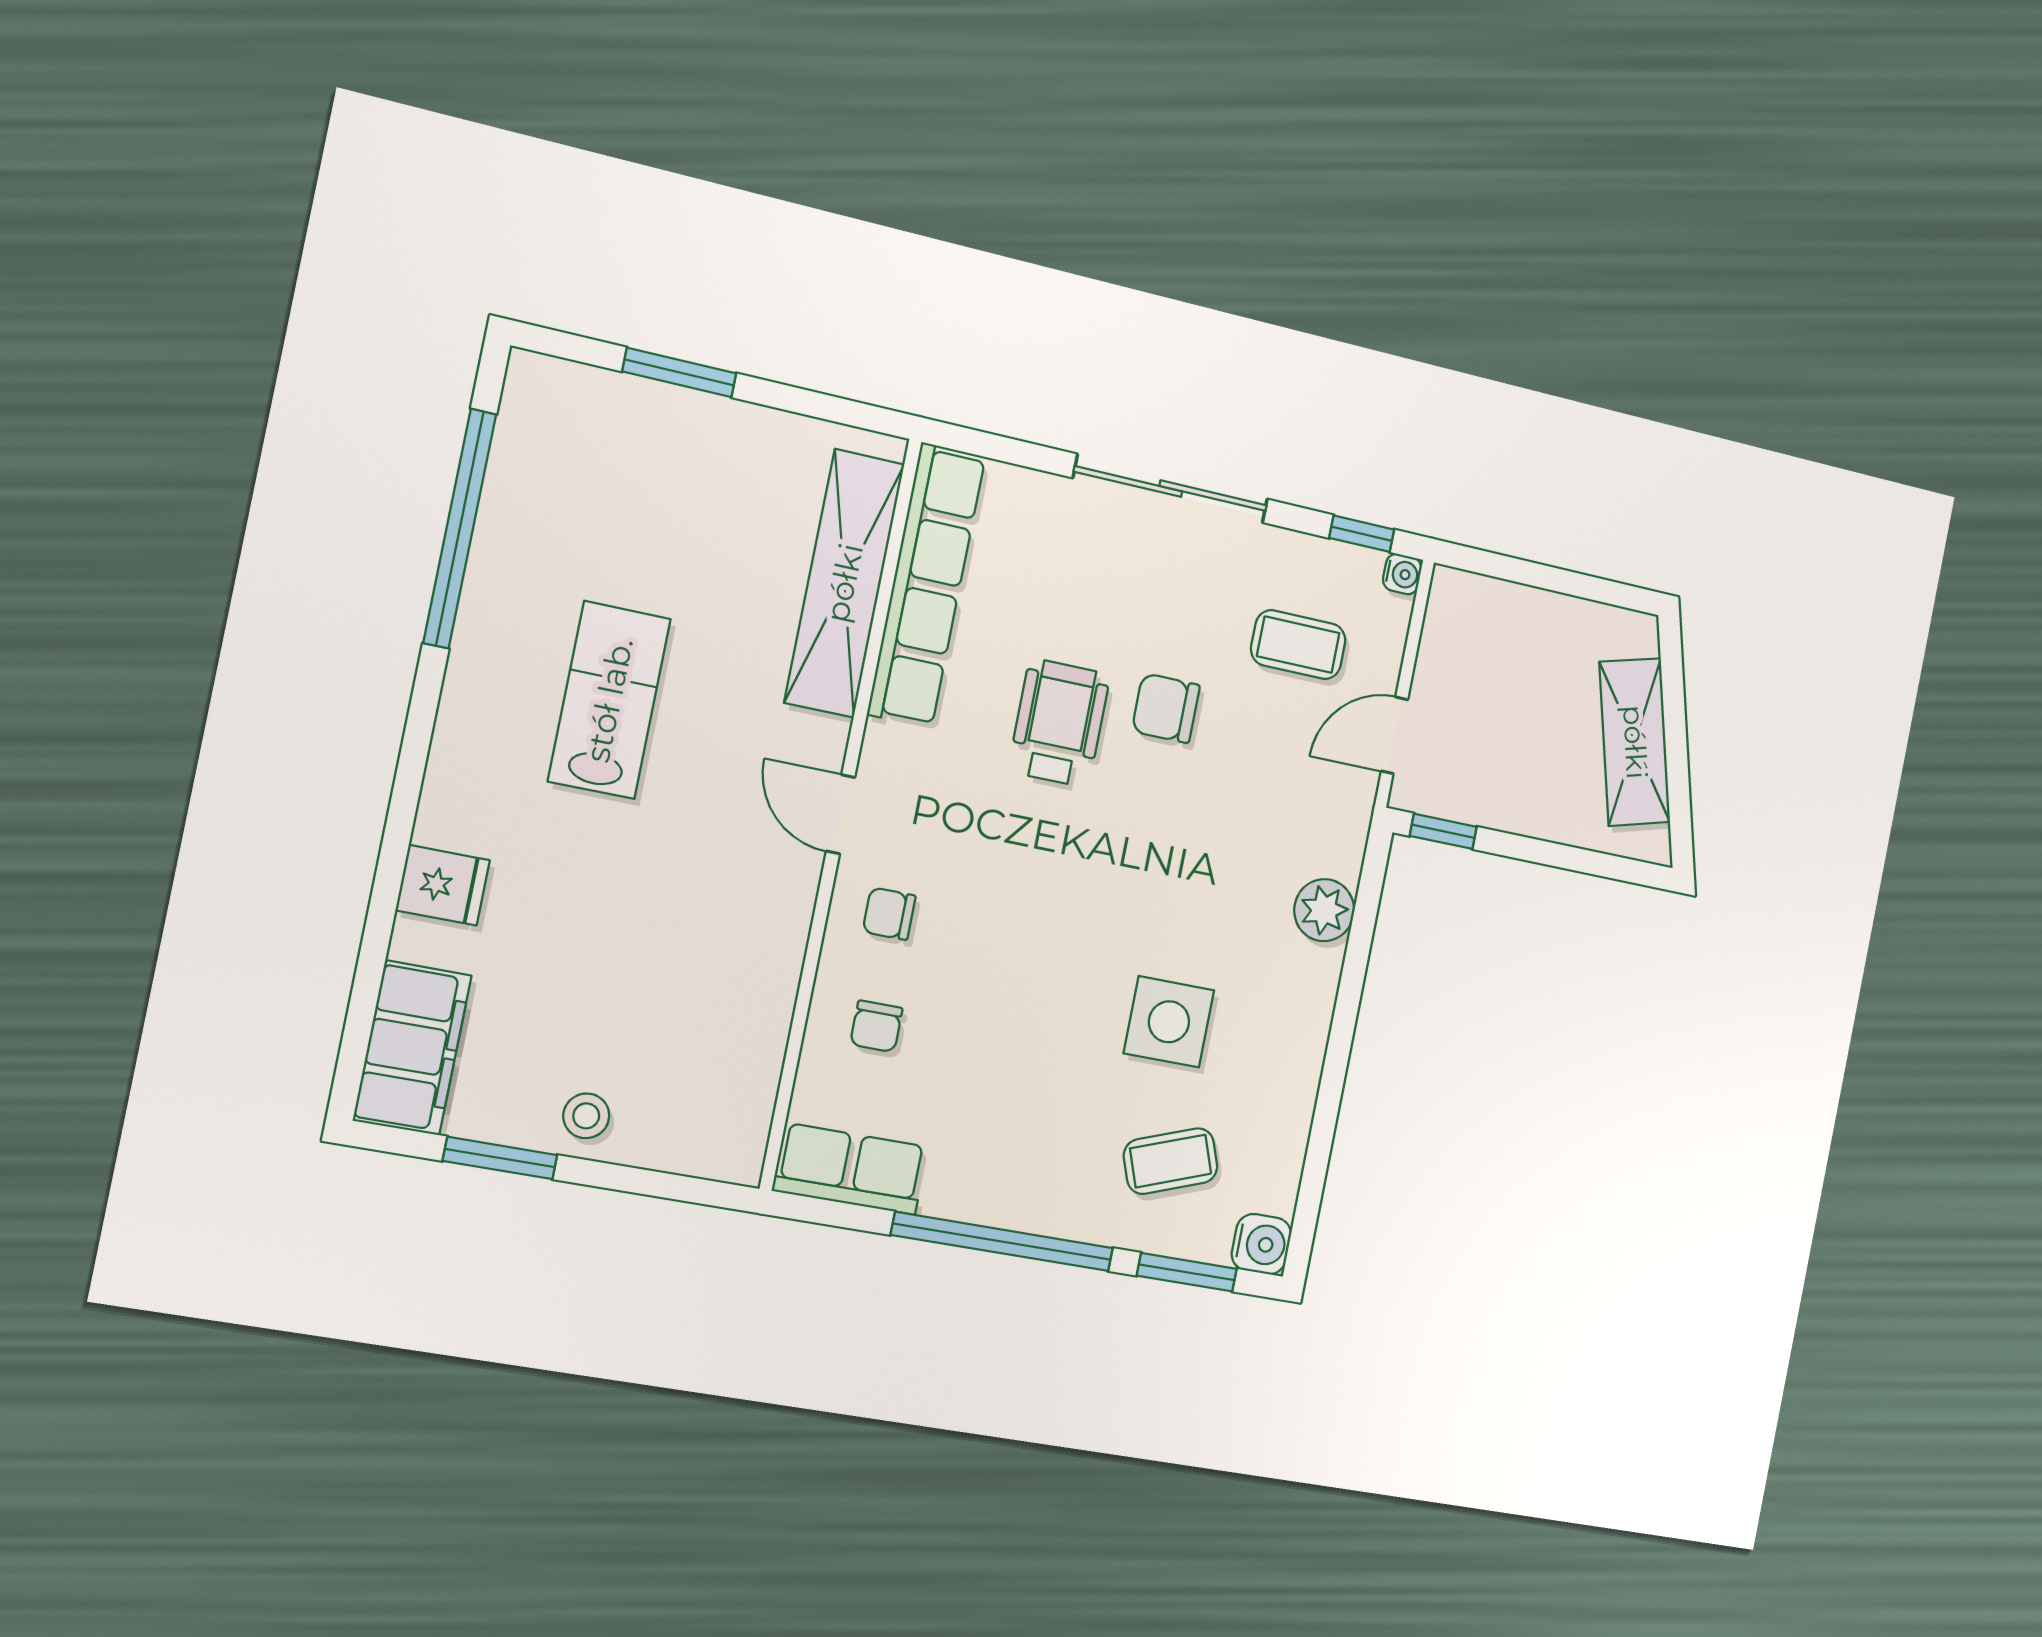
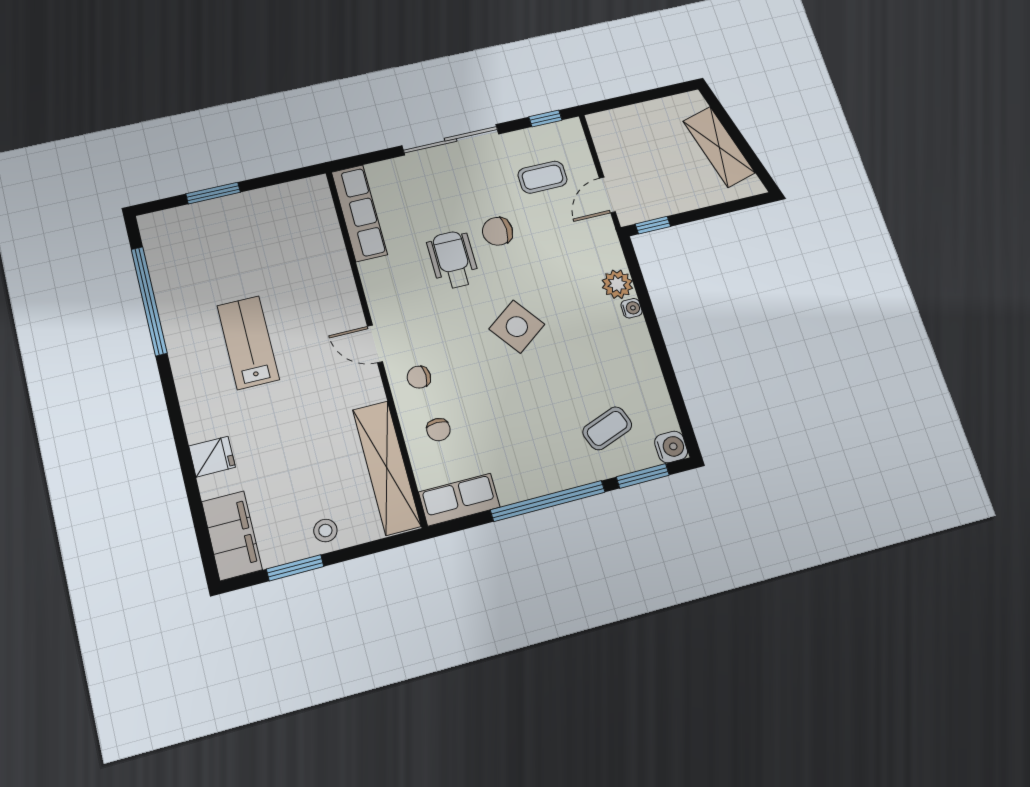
water cooler: (1402, 574) -> (631, 308), moved
shelving: (844, 583) -> (387, 468), moved
row of seats: (926, 585) -> (359, 213), width x0.73
side table: (1169, 1022) -> (517, 327), moved, turned -36

